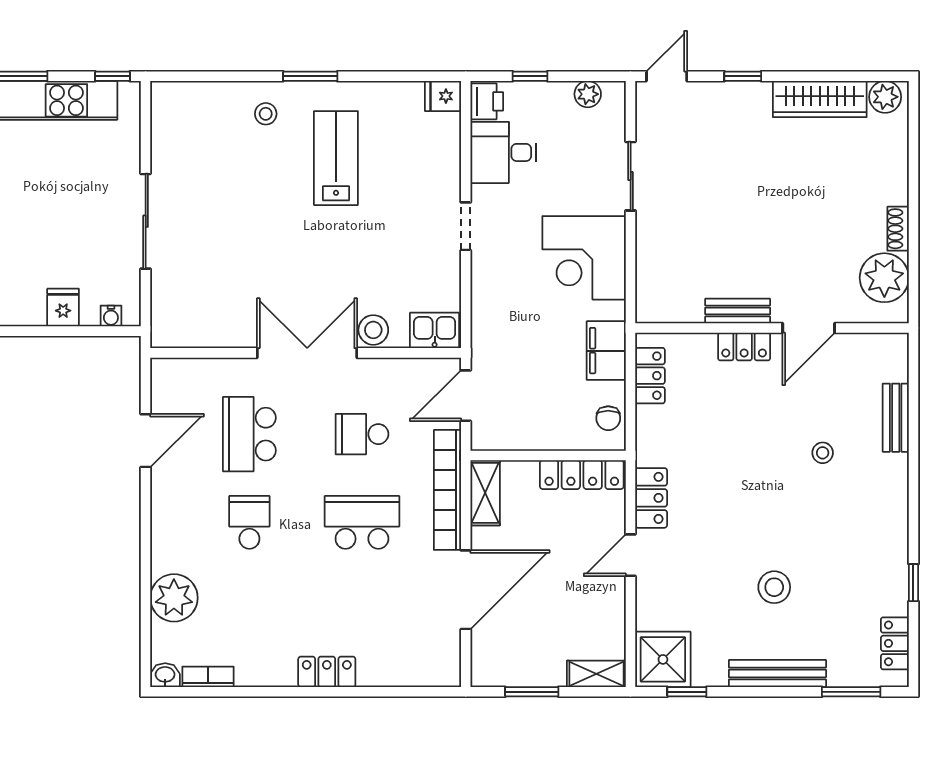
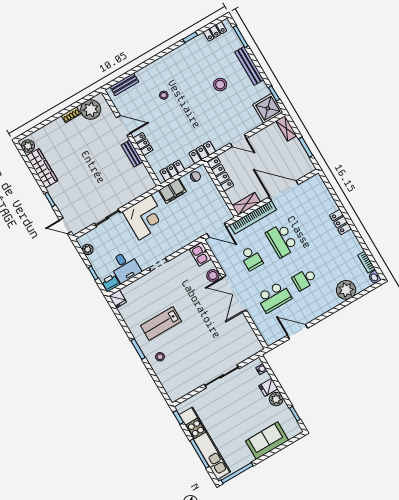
plant: (28, 310) -> (276, 399), added
bench: (896, 418) -> (124, 84), moved
locker: (651, 498) -> (202, 152), moved

